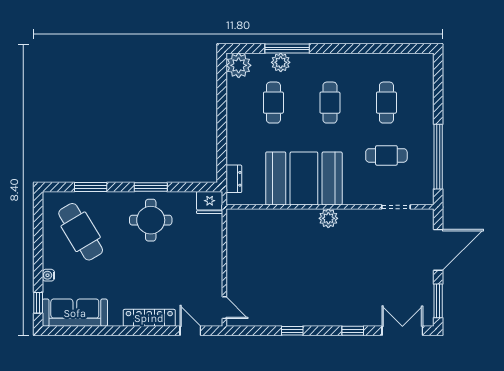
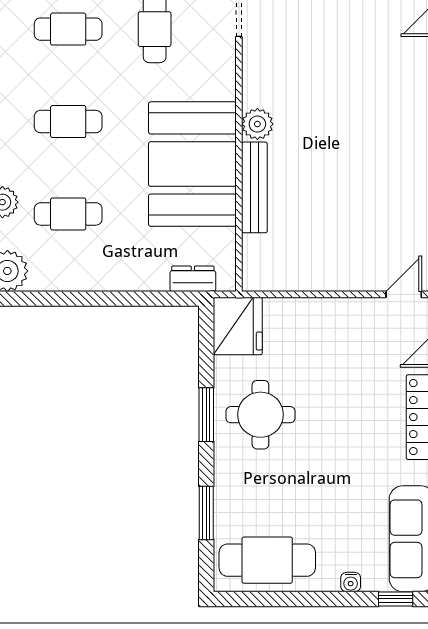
fridge: (210, 202) -> (238, 326), width x1.36, depth x1.34
bench: (290, 216) -> (254, 187), added
cafe table: (81, 232) -> (267, 560), moved, turned 31

